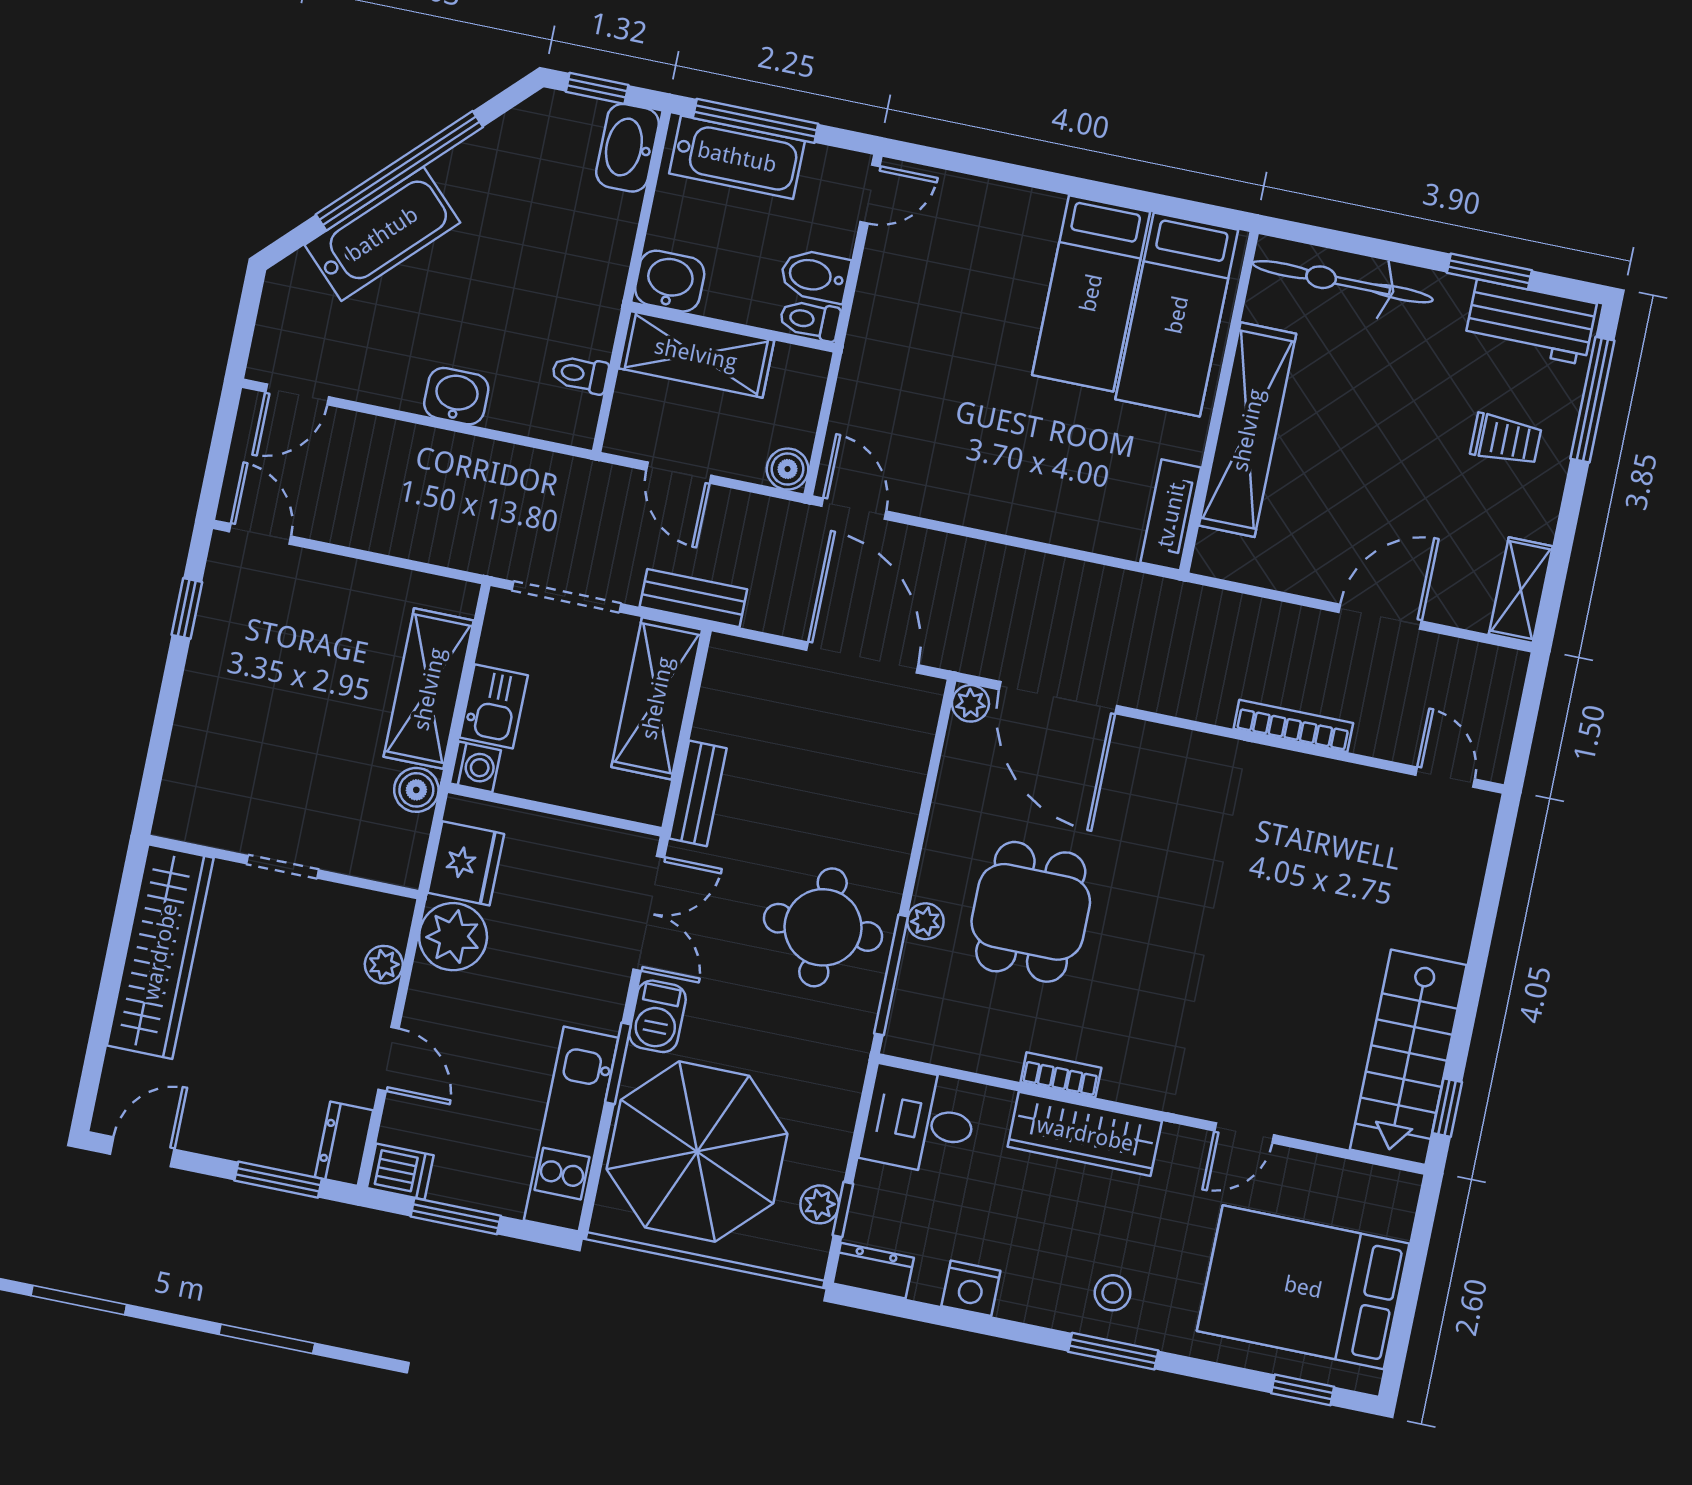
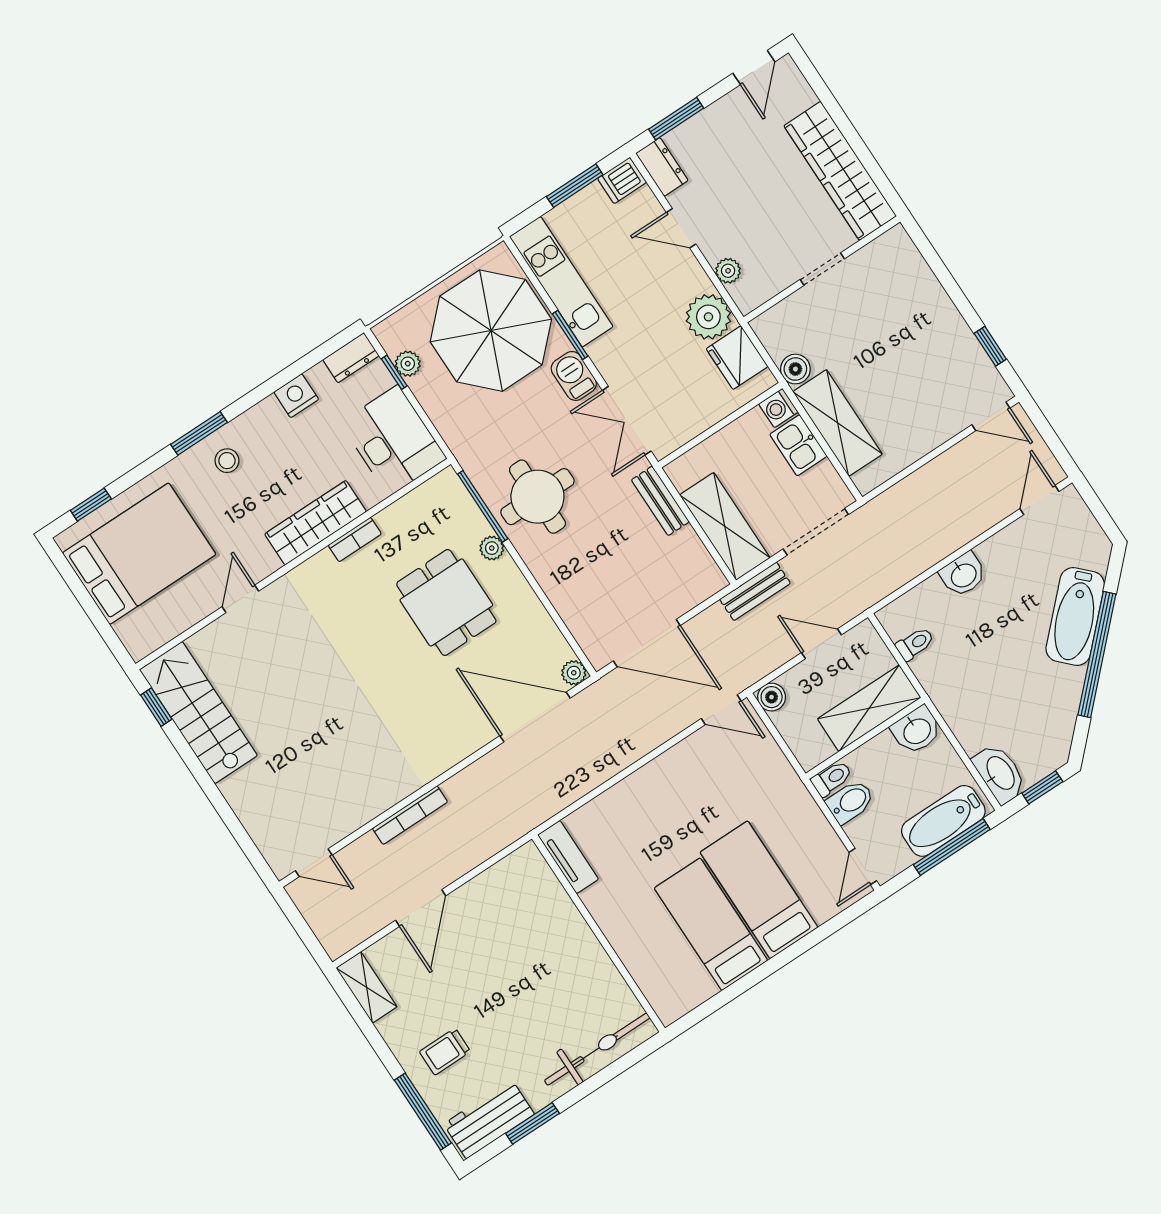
bed: (1177, 315) -> (759, 890), moved
shelving: (1248, 430) -> (572, 934), removed
desk: (920, 1121) -> (393, 441), width x1.37

